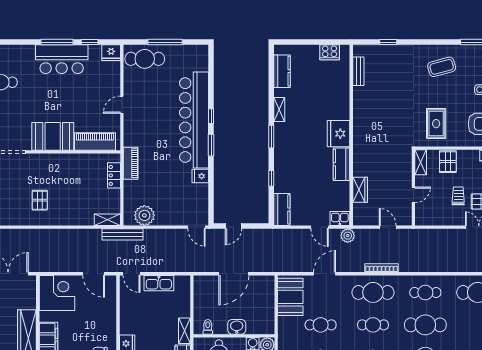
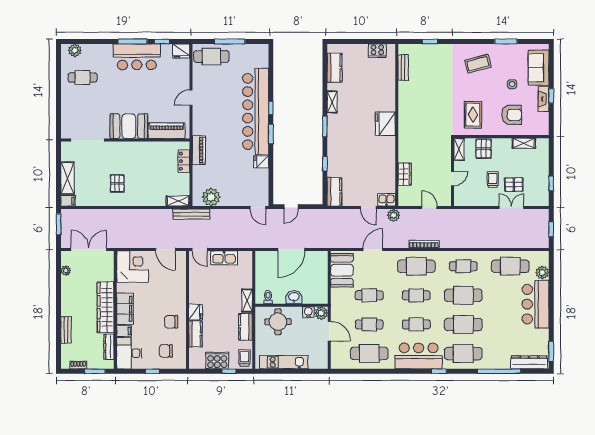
kitchen counter: (342, 164) -> (388, 151), removed

